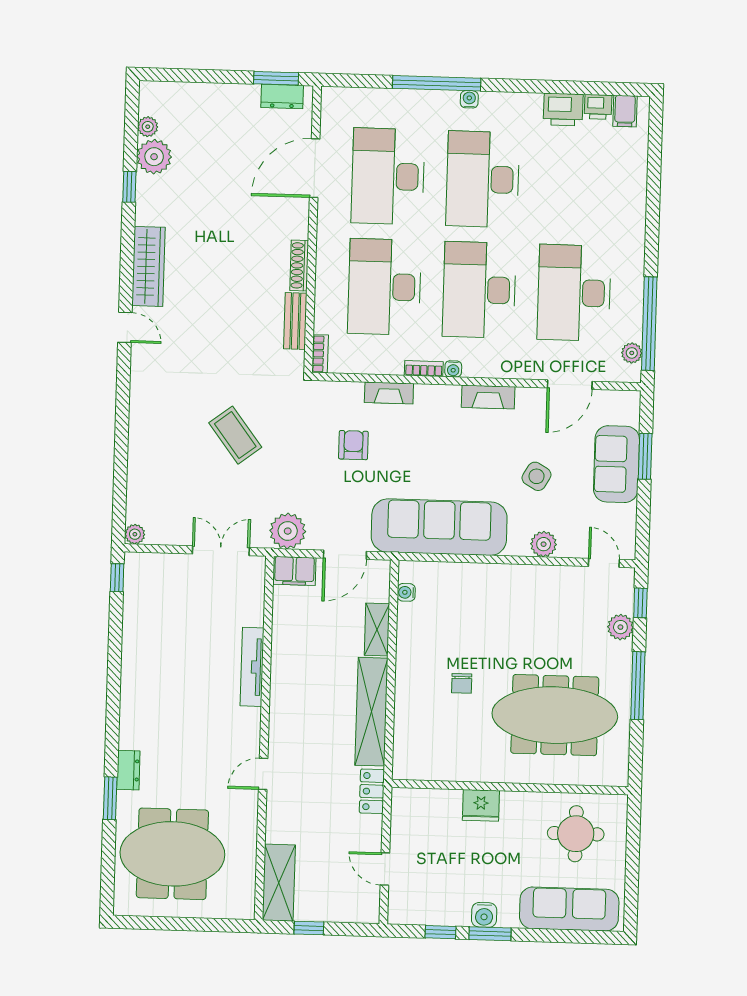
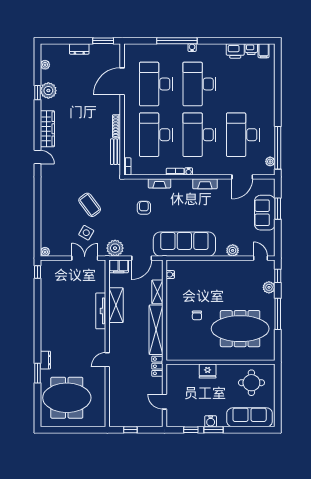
dresser: (282, 97) -> (79, 49), moved
plant: (154, 157) -> (48, 91), moved
side table: (537, 476) -> (86, 233), moved
shelving: (279, 883) -> (116, 305), moved

